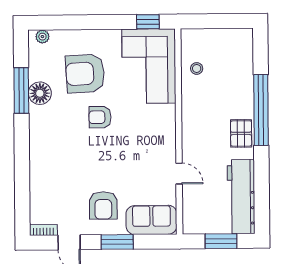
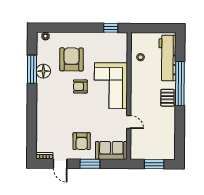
corner sofa: (149, 66) -> (111, 86), moved
armchair: (85, 74) -> (72, 59), turned 93
workbench: (241, 197) -> (167, 58), moved

